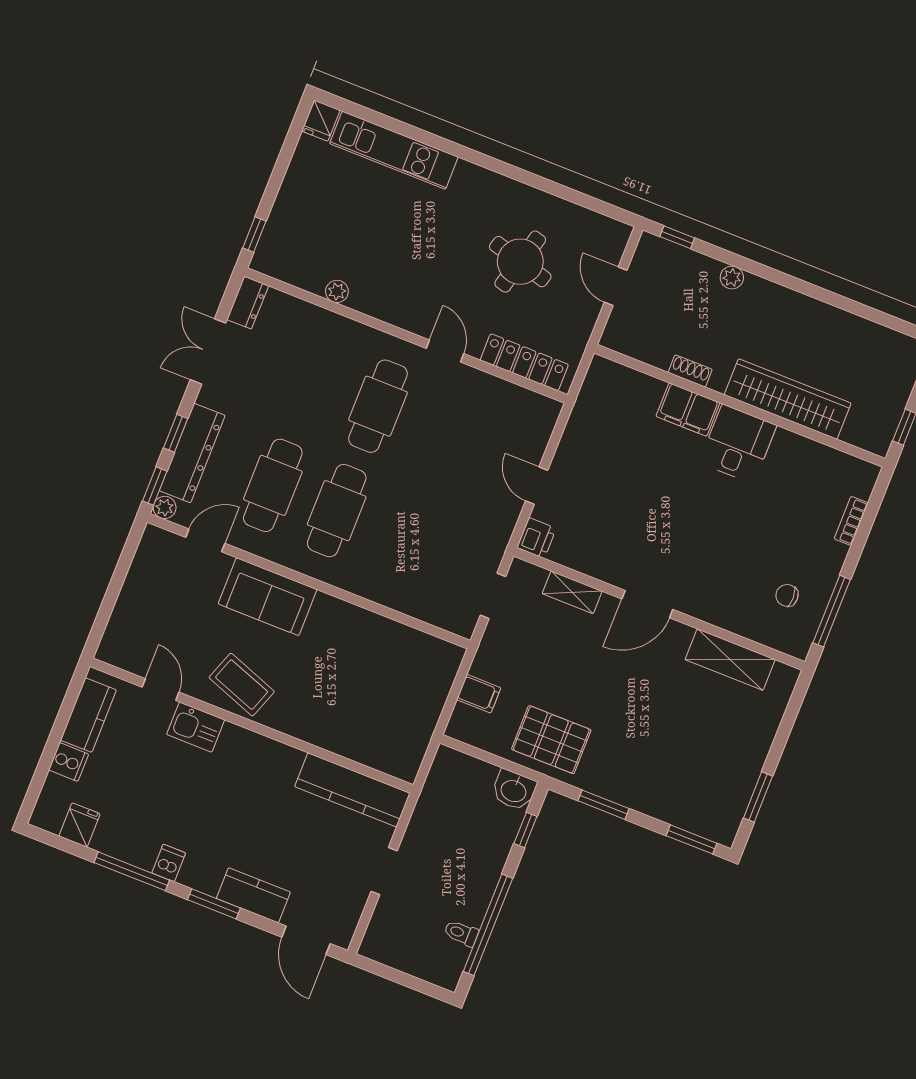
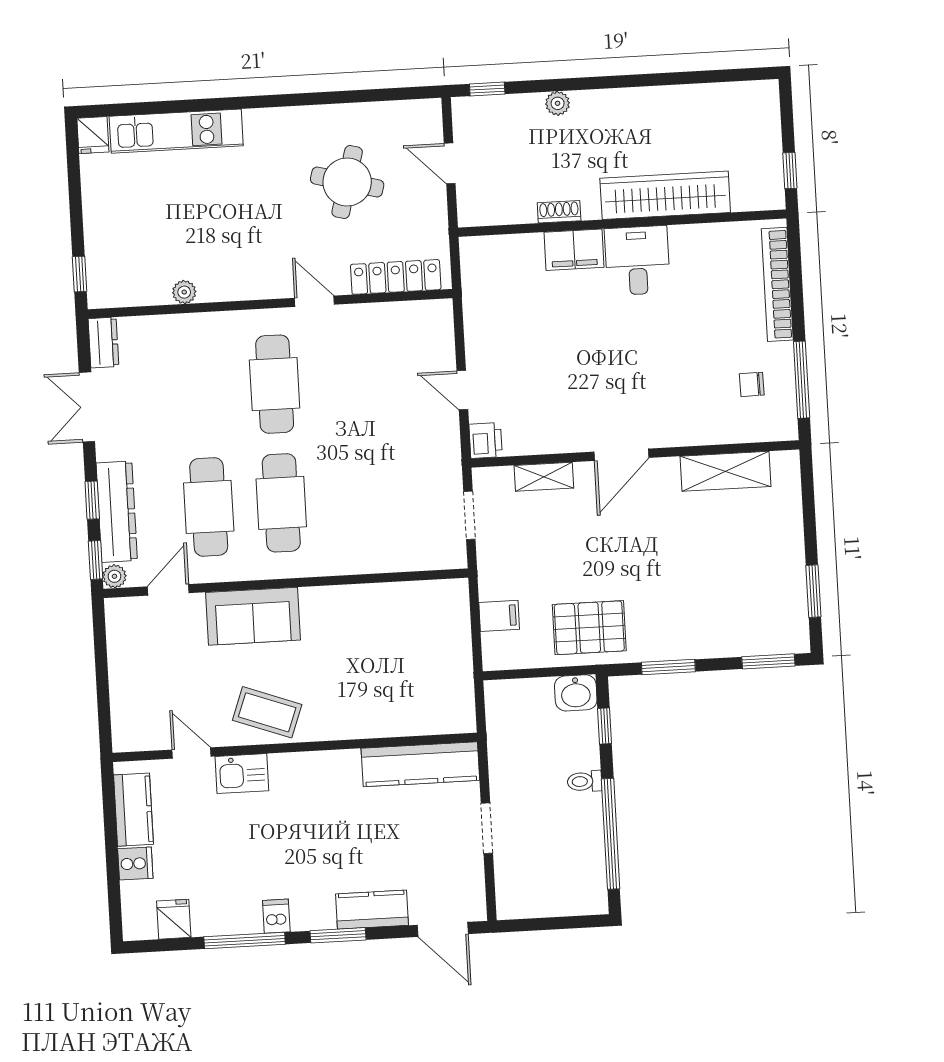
bookcase: (851, 521) -> (777, 284), width x2.31, depth x1.31
toilet: (461, 933) -> (585, 781), moved

